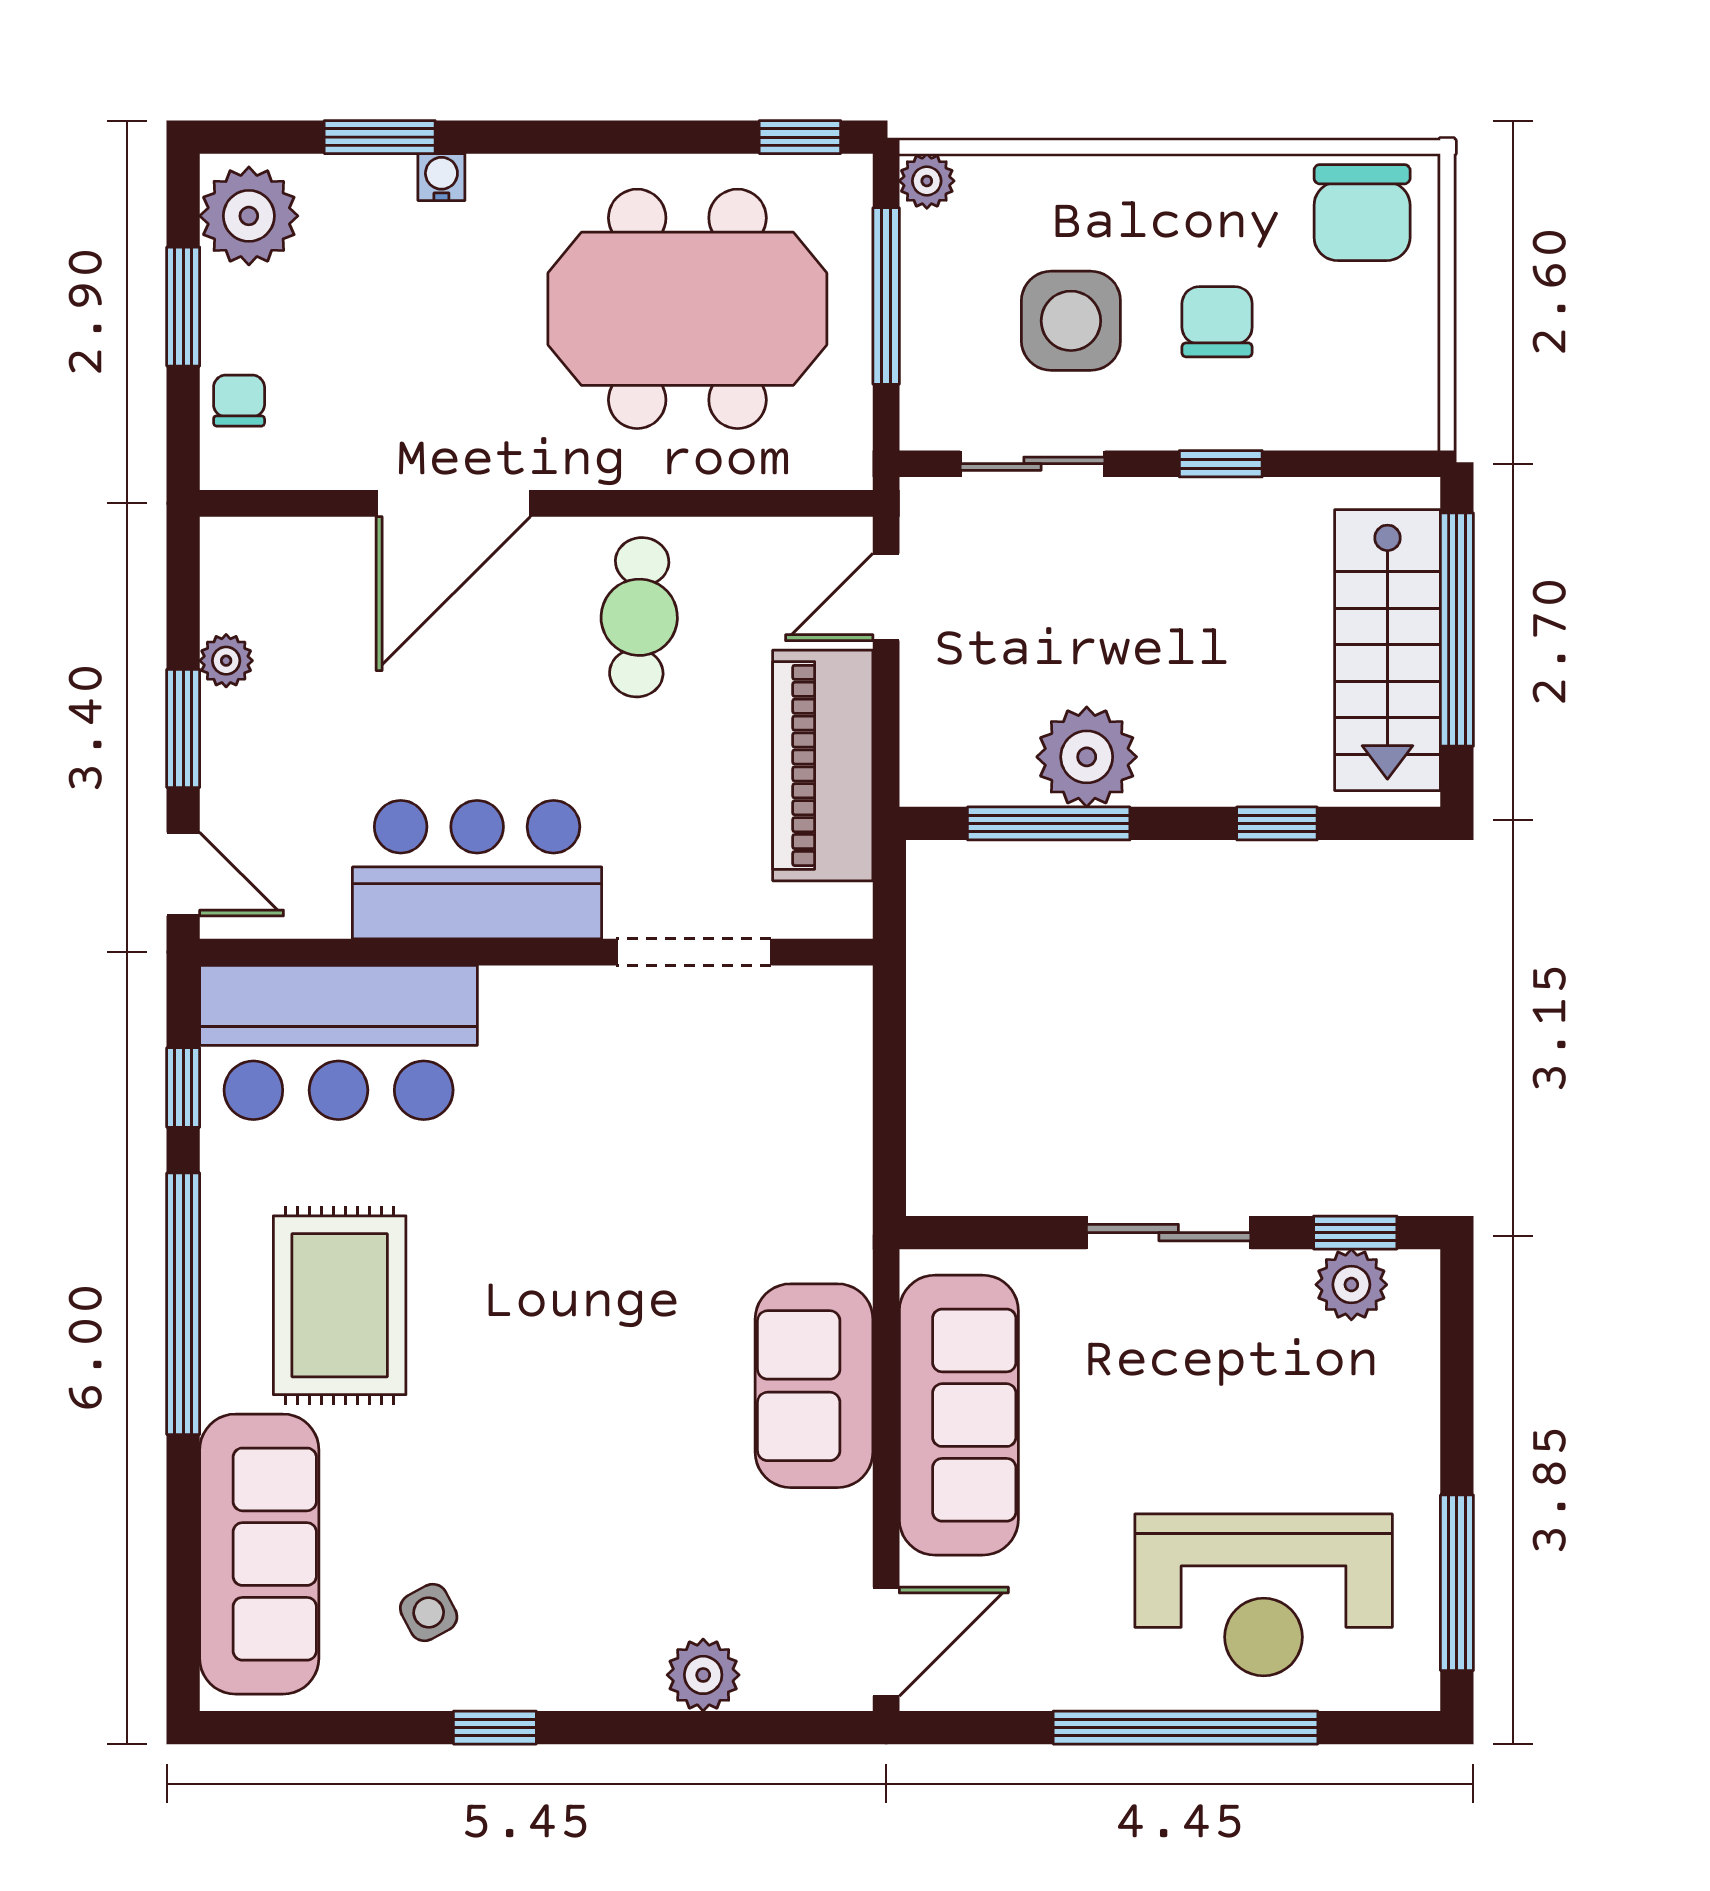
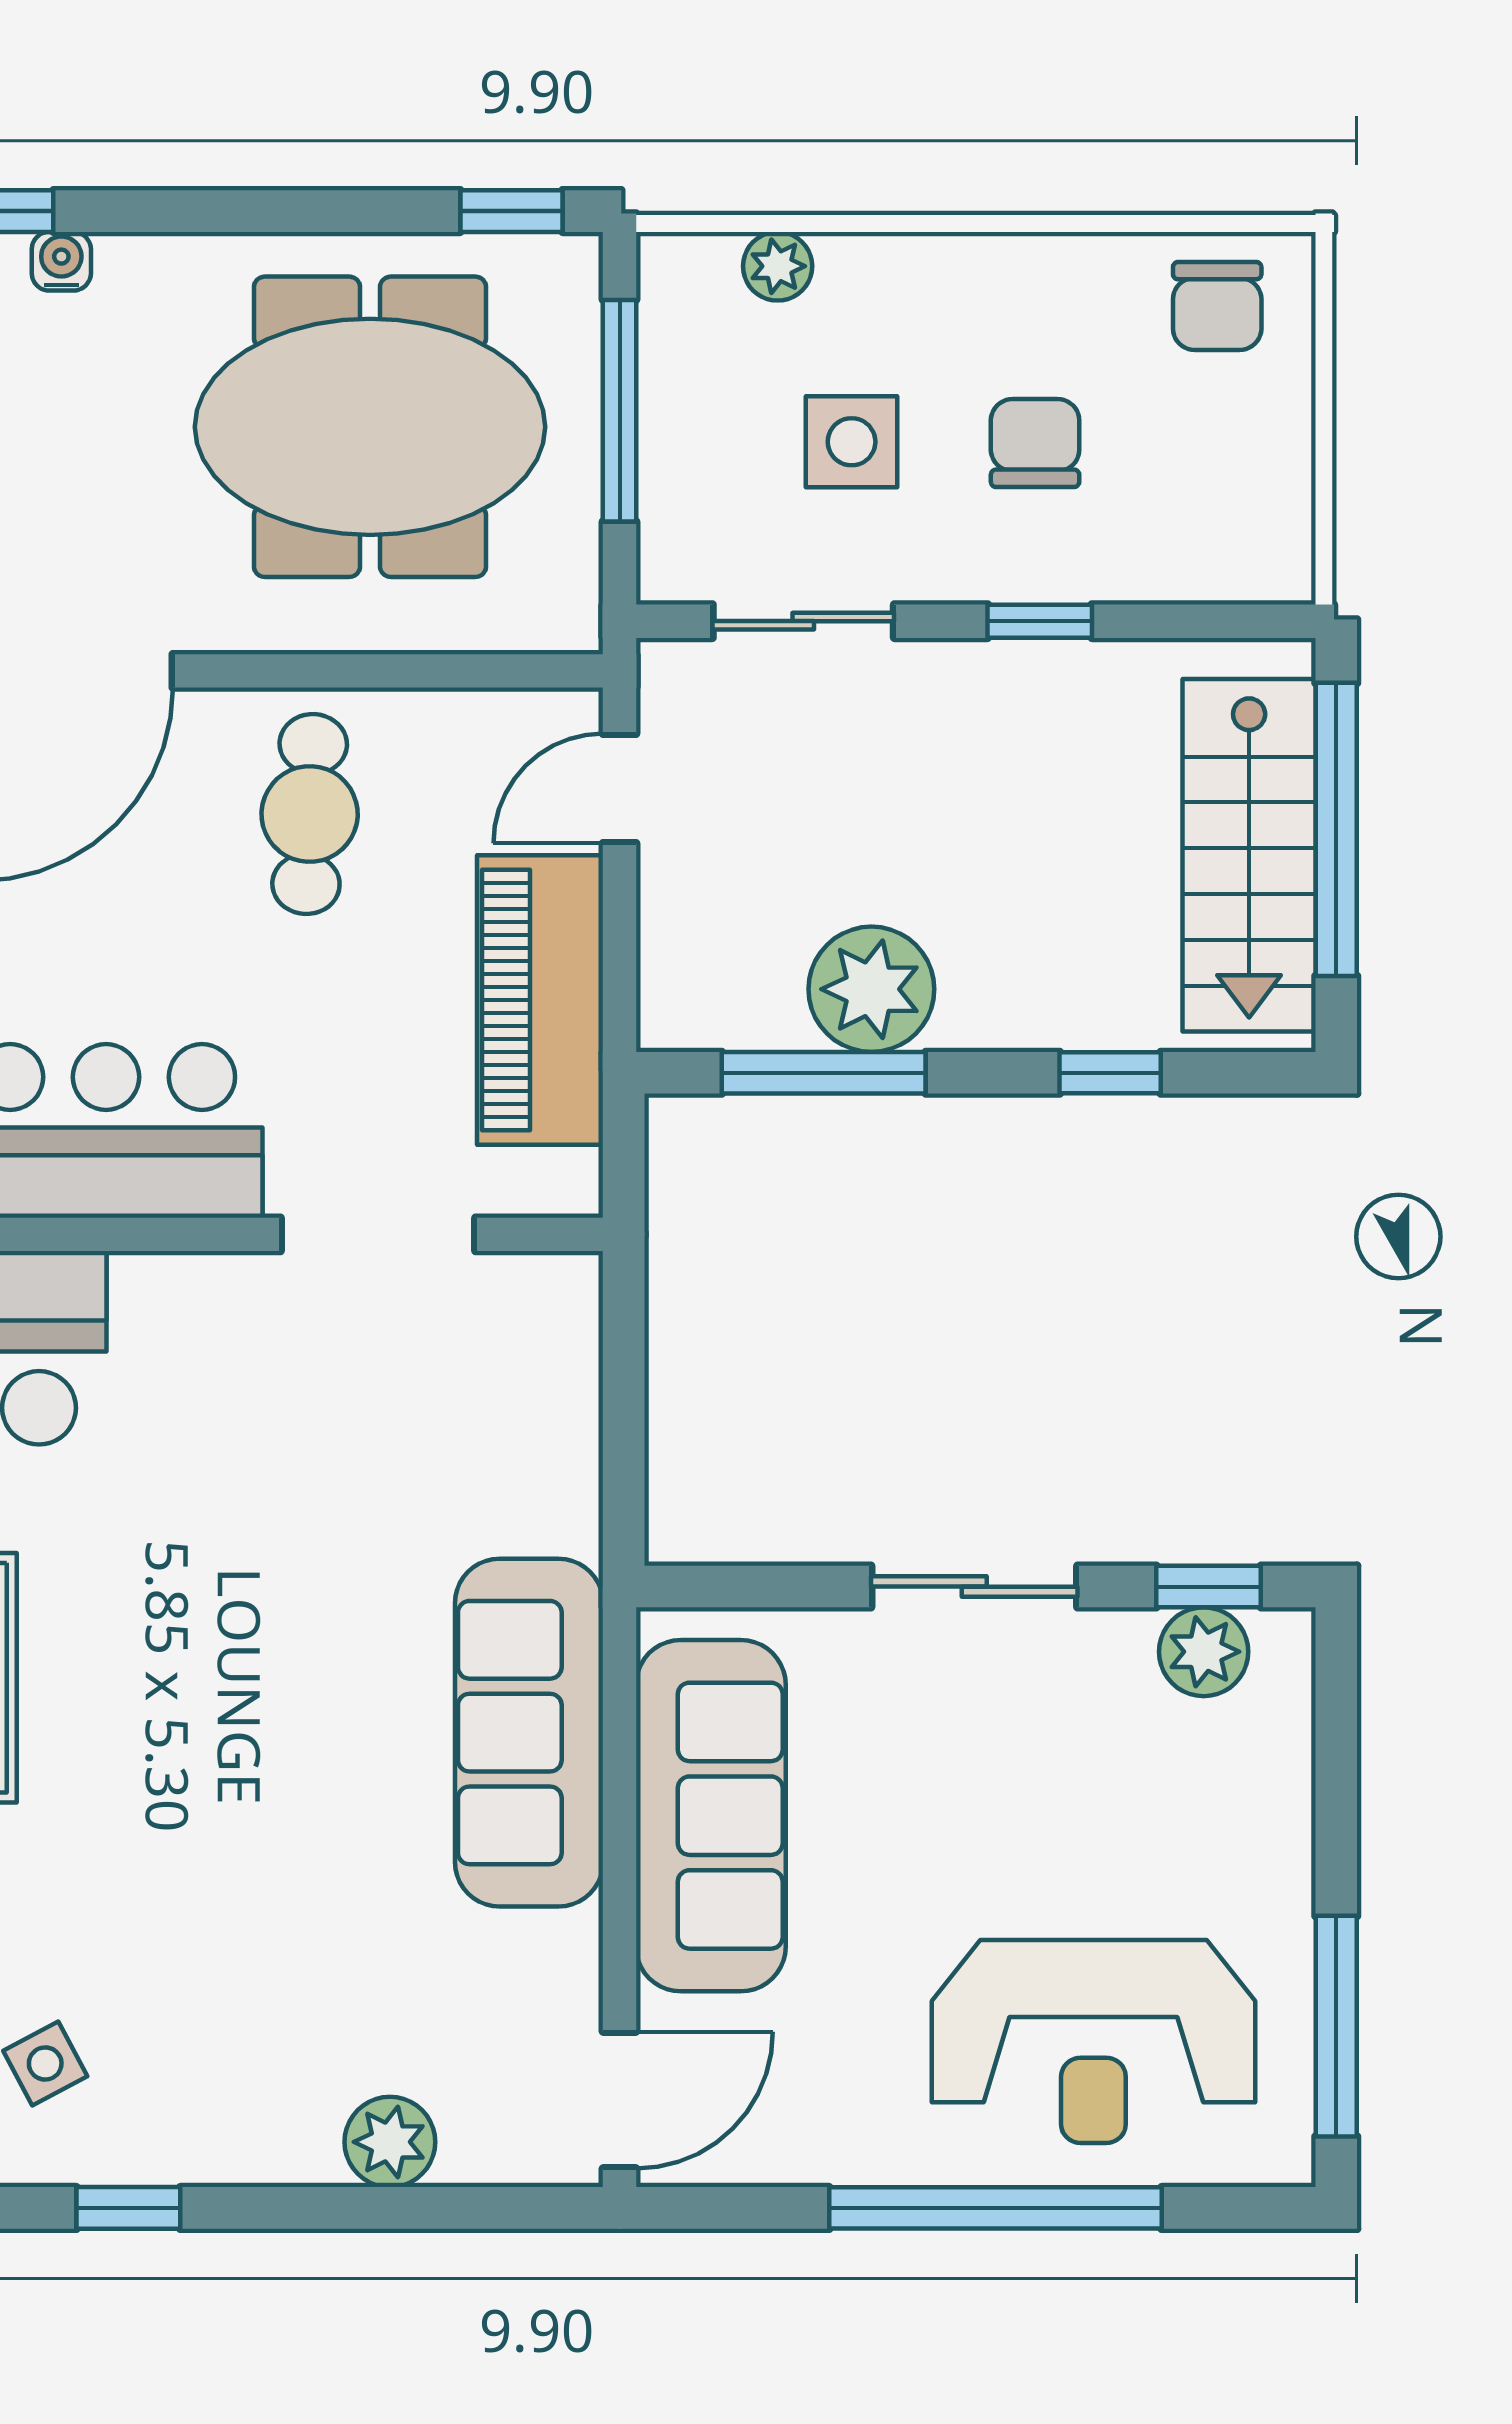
plant: (927, 181) -> (778, 266), moved
chair: (1362, 213) -> (1217, 306), width x0.73, depth x0.73
side table: (1071, 321) -> (852, 442), width x0.73, depth x0.73
sofa: (814, 1386) -> (529, 1733), width x1.36

